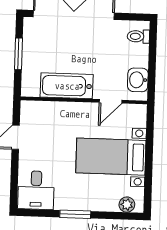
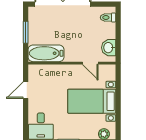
bathtub: (67, 86) -> (46, 53), moved
door: (111, 101) -> (90, 63), hinge flipped

